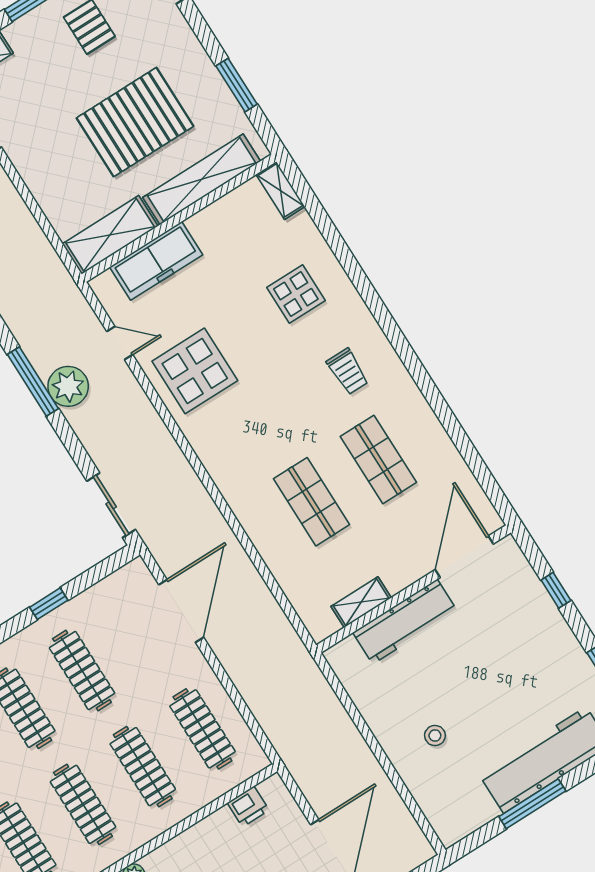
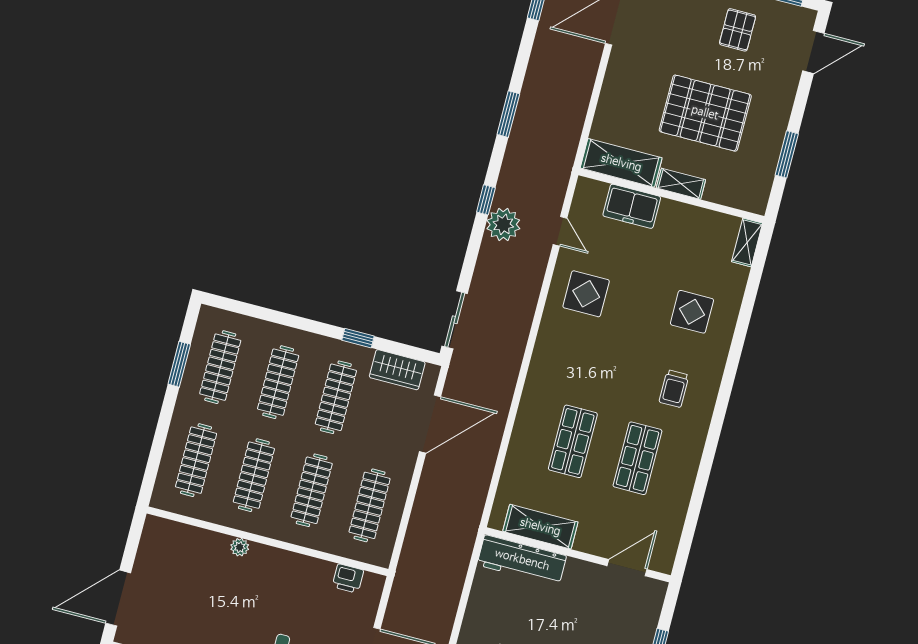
shelving: (202, 179) -> (681, 184), width x0.45, depth x0.75
freezer: (156, 261) -> (632, 206), width x0.71
display table: (195, 371) -> (586, 294), width x0.73, depth x0.73
window: (33, 381) -> (486, 200), width x0.46
door: (464, 557) -> (627, 568), width x0.73
wardrobe: (108, 595) -> (397, 370), added
shelving: (361, 602) -> (540, 527), width x1.50, depth x1.33
workbench: (405, 622) -> (522, 560), moved

